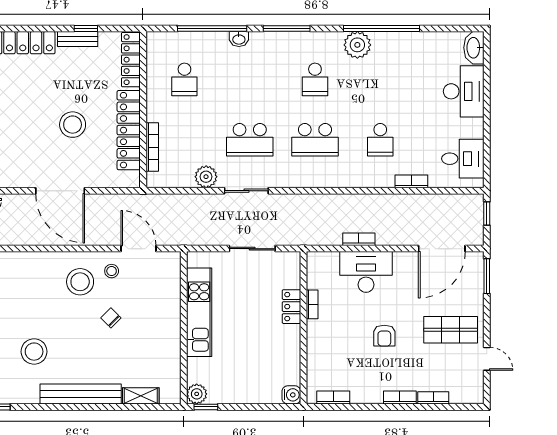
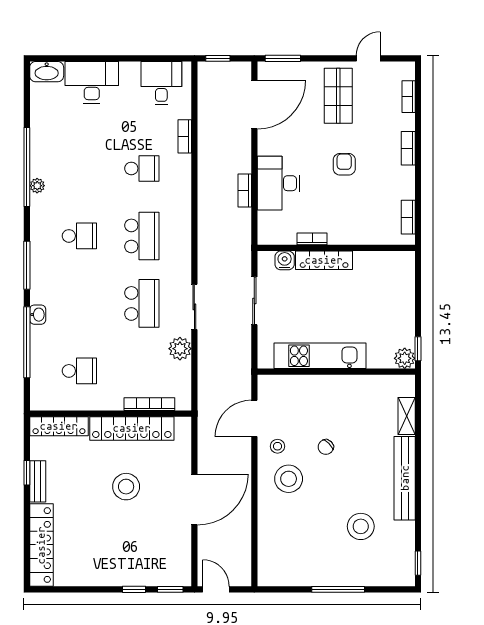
plant: (357, 45) -> (37, 186), width x0.53, depth x0.53
door: (442, 249) -> (254, 105), hinge flipped
locker: (291, 307) -> (324, 260), width x1.53
armchair: (384, 336) -> (344, 164), turned -90
water cooler: (291, 395) -> (285, 260), moved
bookcase: (433, 398) -> (409, 97), moved

